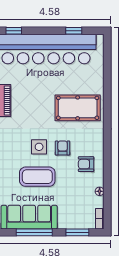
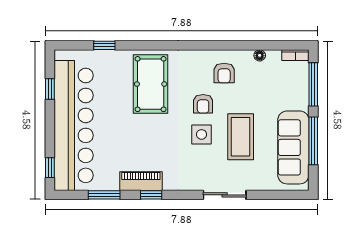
window: (107, 73) -> (104, 45), added
armchair: (63, 148) -> (203, 104), turned -90
window: (77, 232) -> (313, 84), width x1.44

